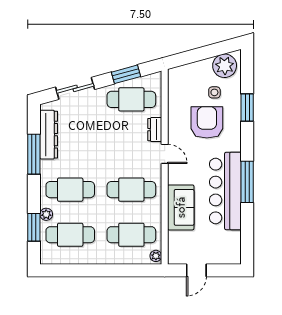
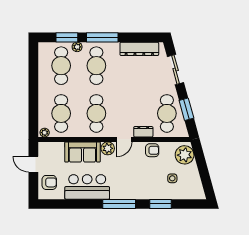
plant: (225, 66) -> (185, 155), moved
armchair: (207, 122) -> (152, 150), moved, width x0.53, depth x0.53
window: (34, 154) -> (102, 37), moved
plant: (176, 175) -> (108, 148), added
window: (247, 182) -> (119, 204), moved
bar counter: (225, 191) -> (87, 187), width x0.73
armchair: (220, 250) -> (49, 182), added

